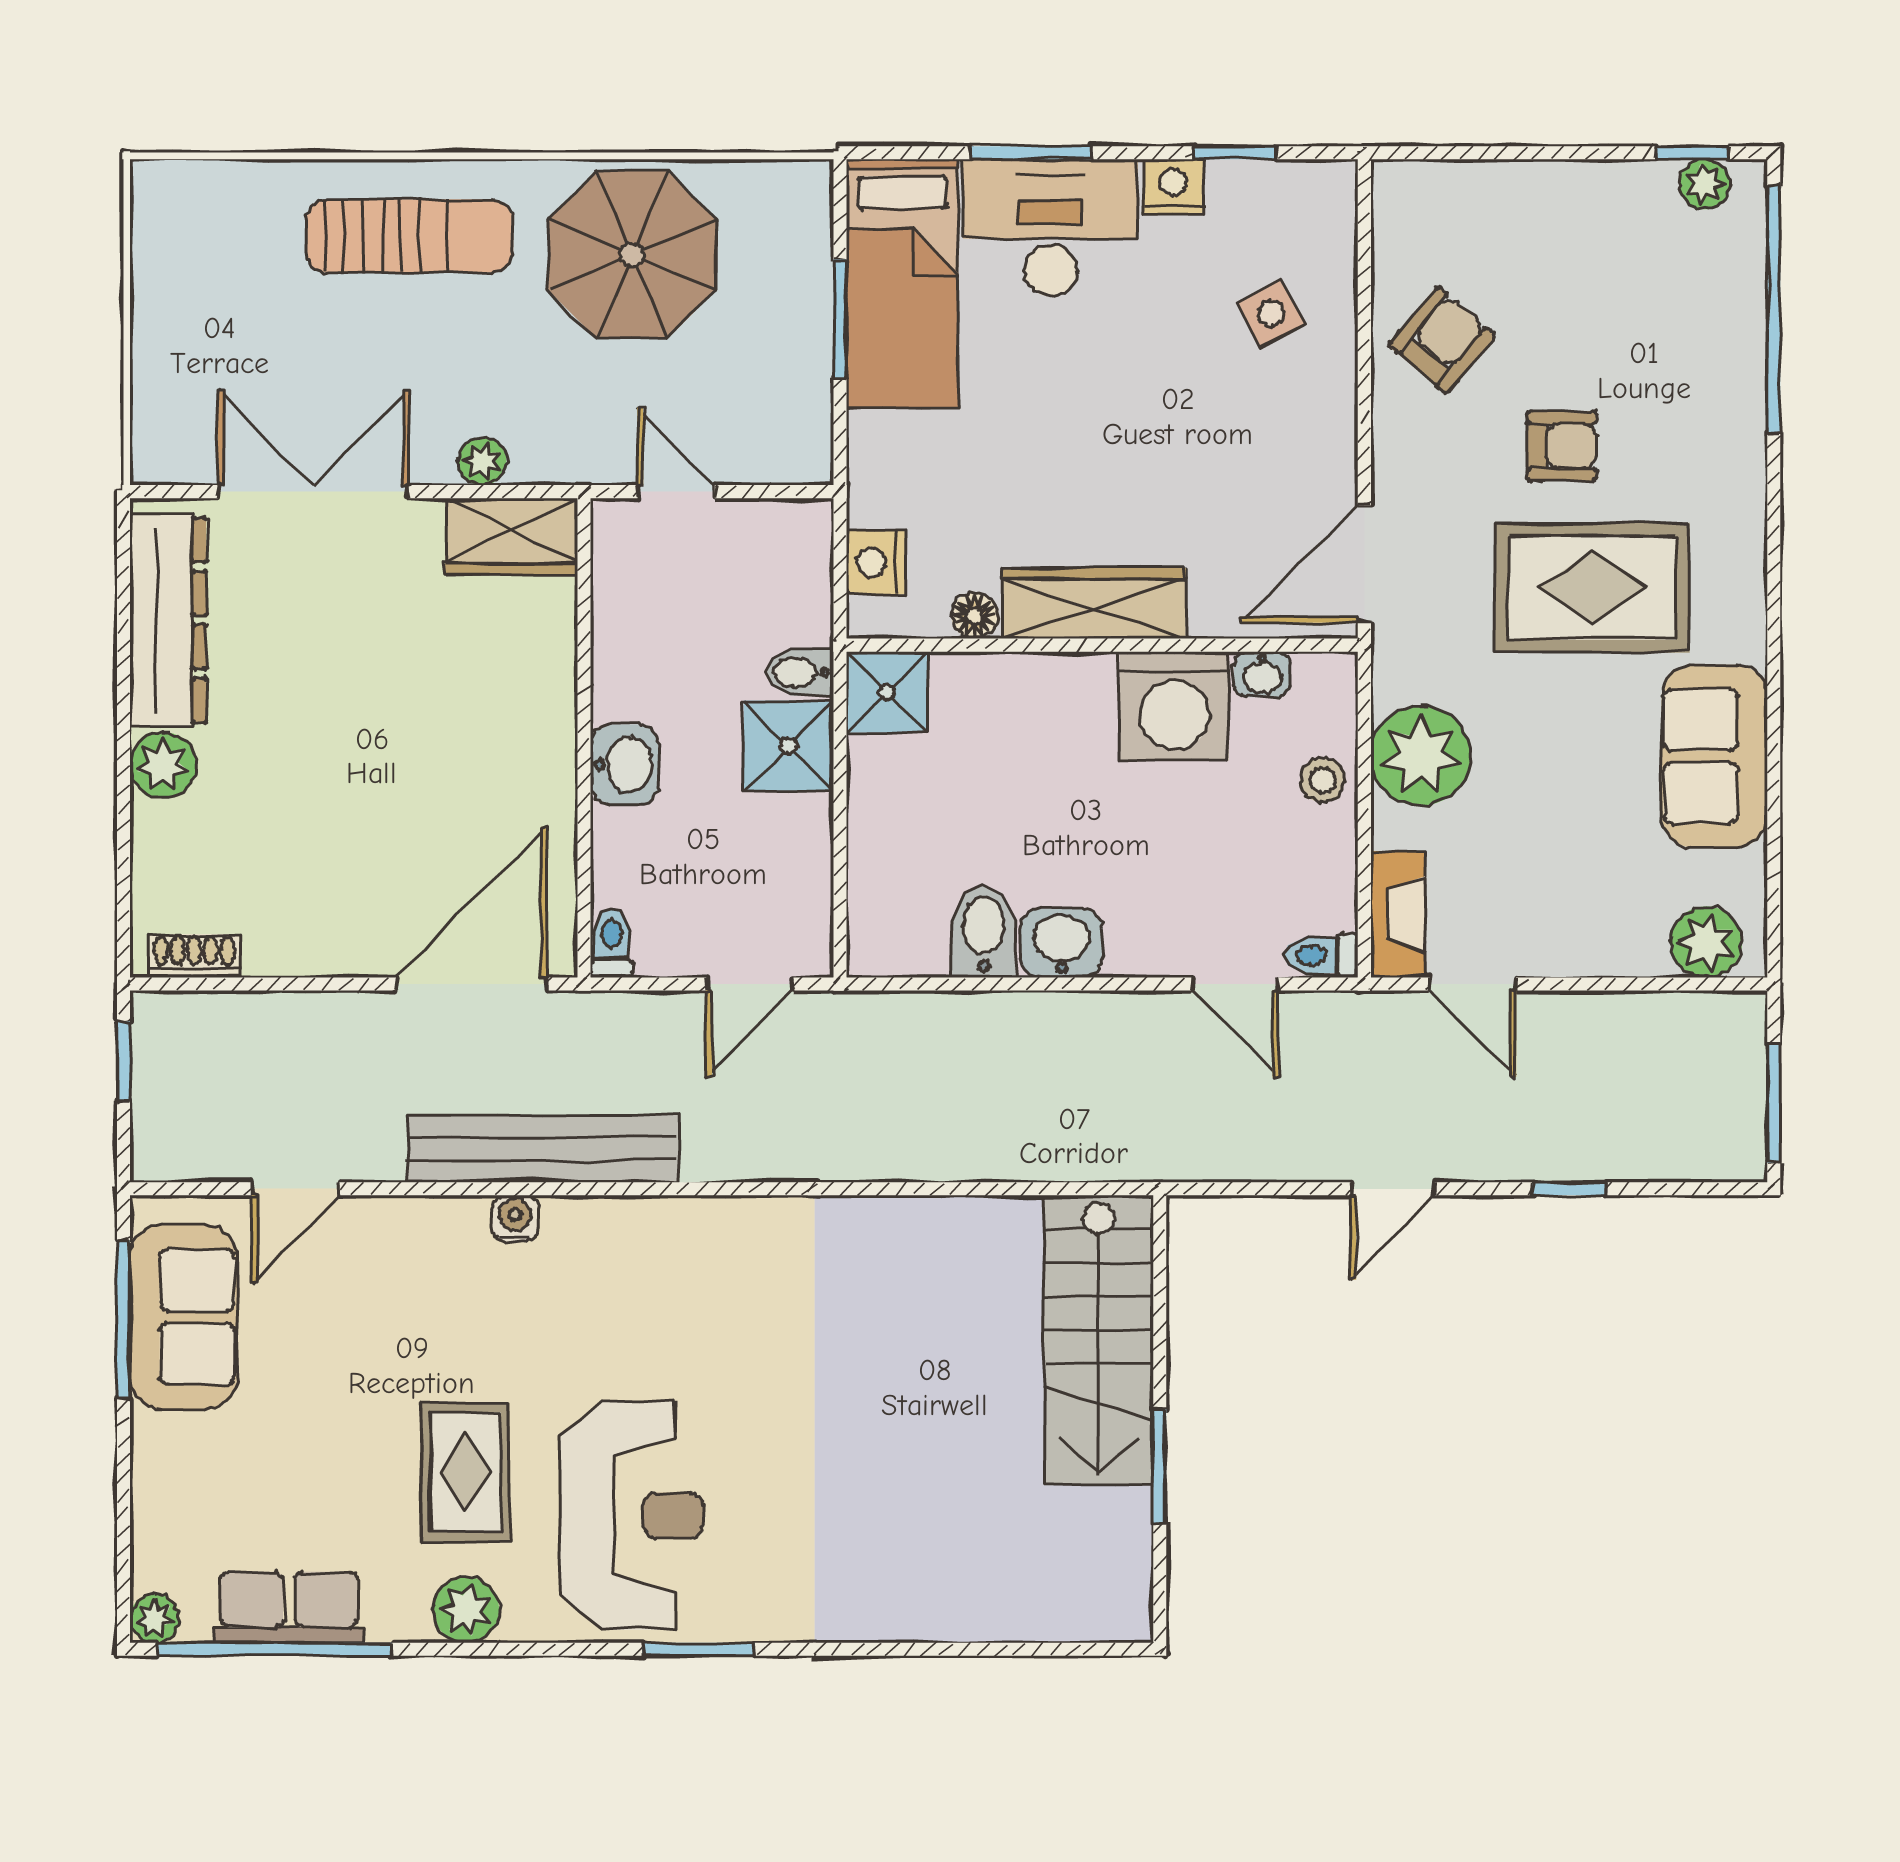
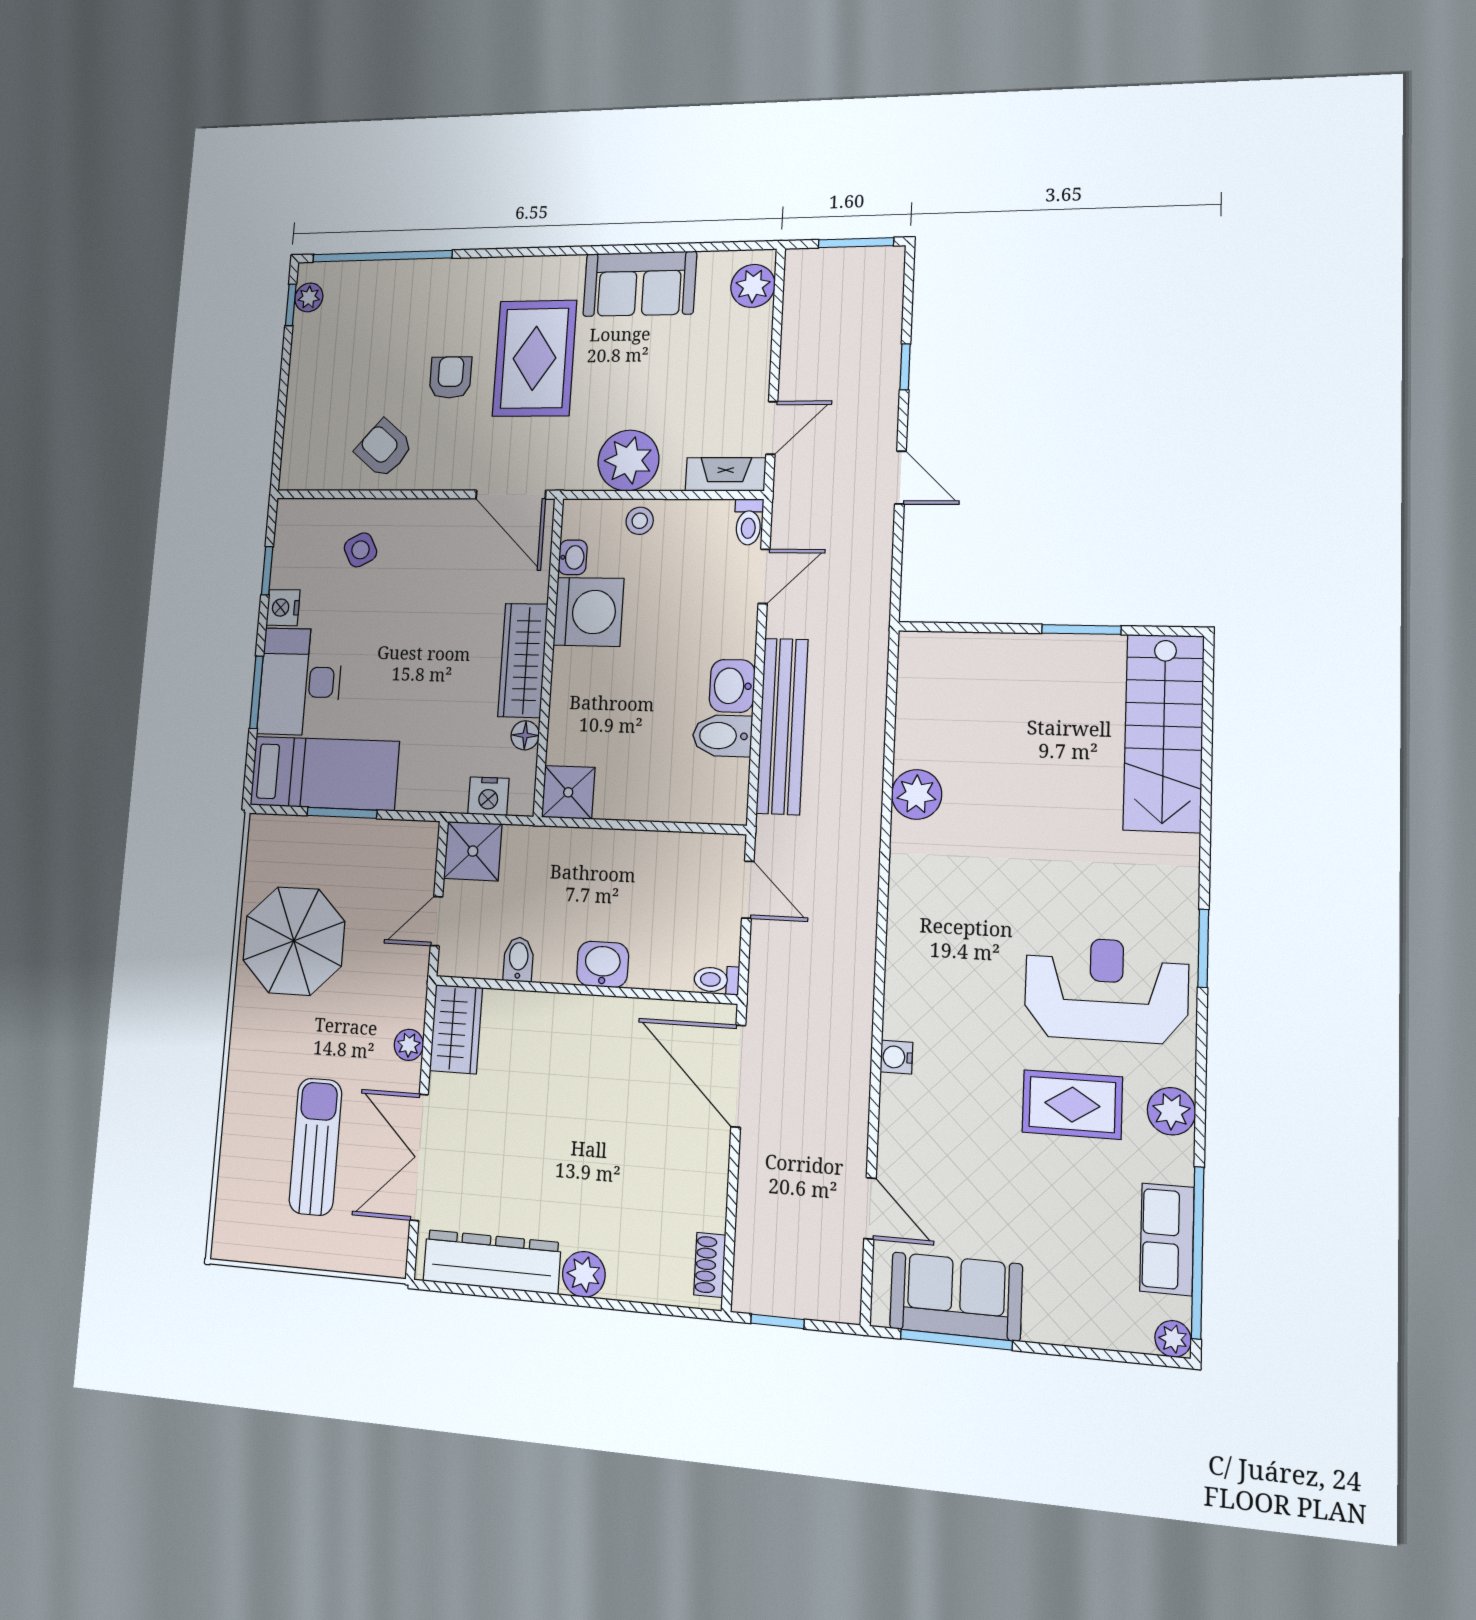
sun lounger: (410, 236) -> (315, 1147), moved
bidet: (800, 673) -> (518, 959), moved, turned 180
shower: (789, 746) -> (473, 851), moved
bench: (543, 1149) -> (782, 726), moved
plant: (904, 1233) -> (917, 794), added
stairs: (1099, 1340) -> (1164, 733), moved, turned 90

